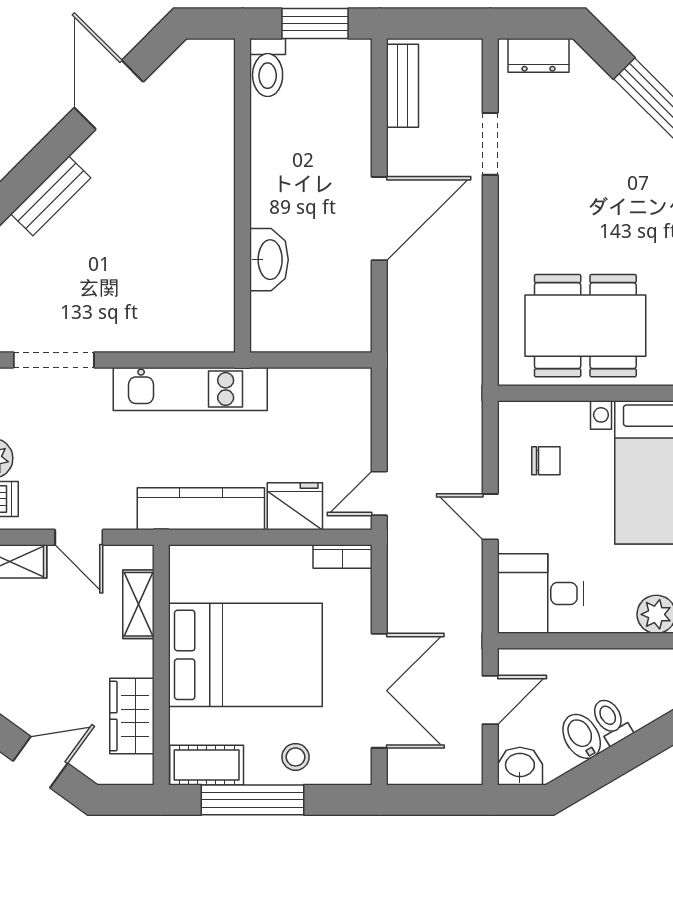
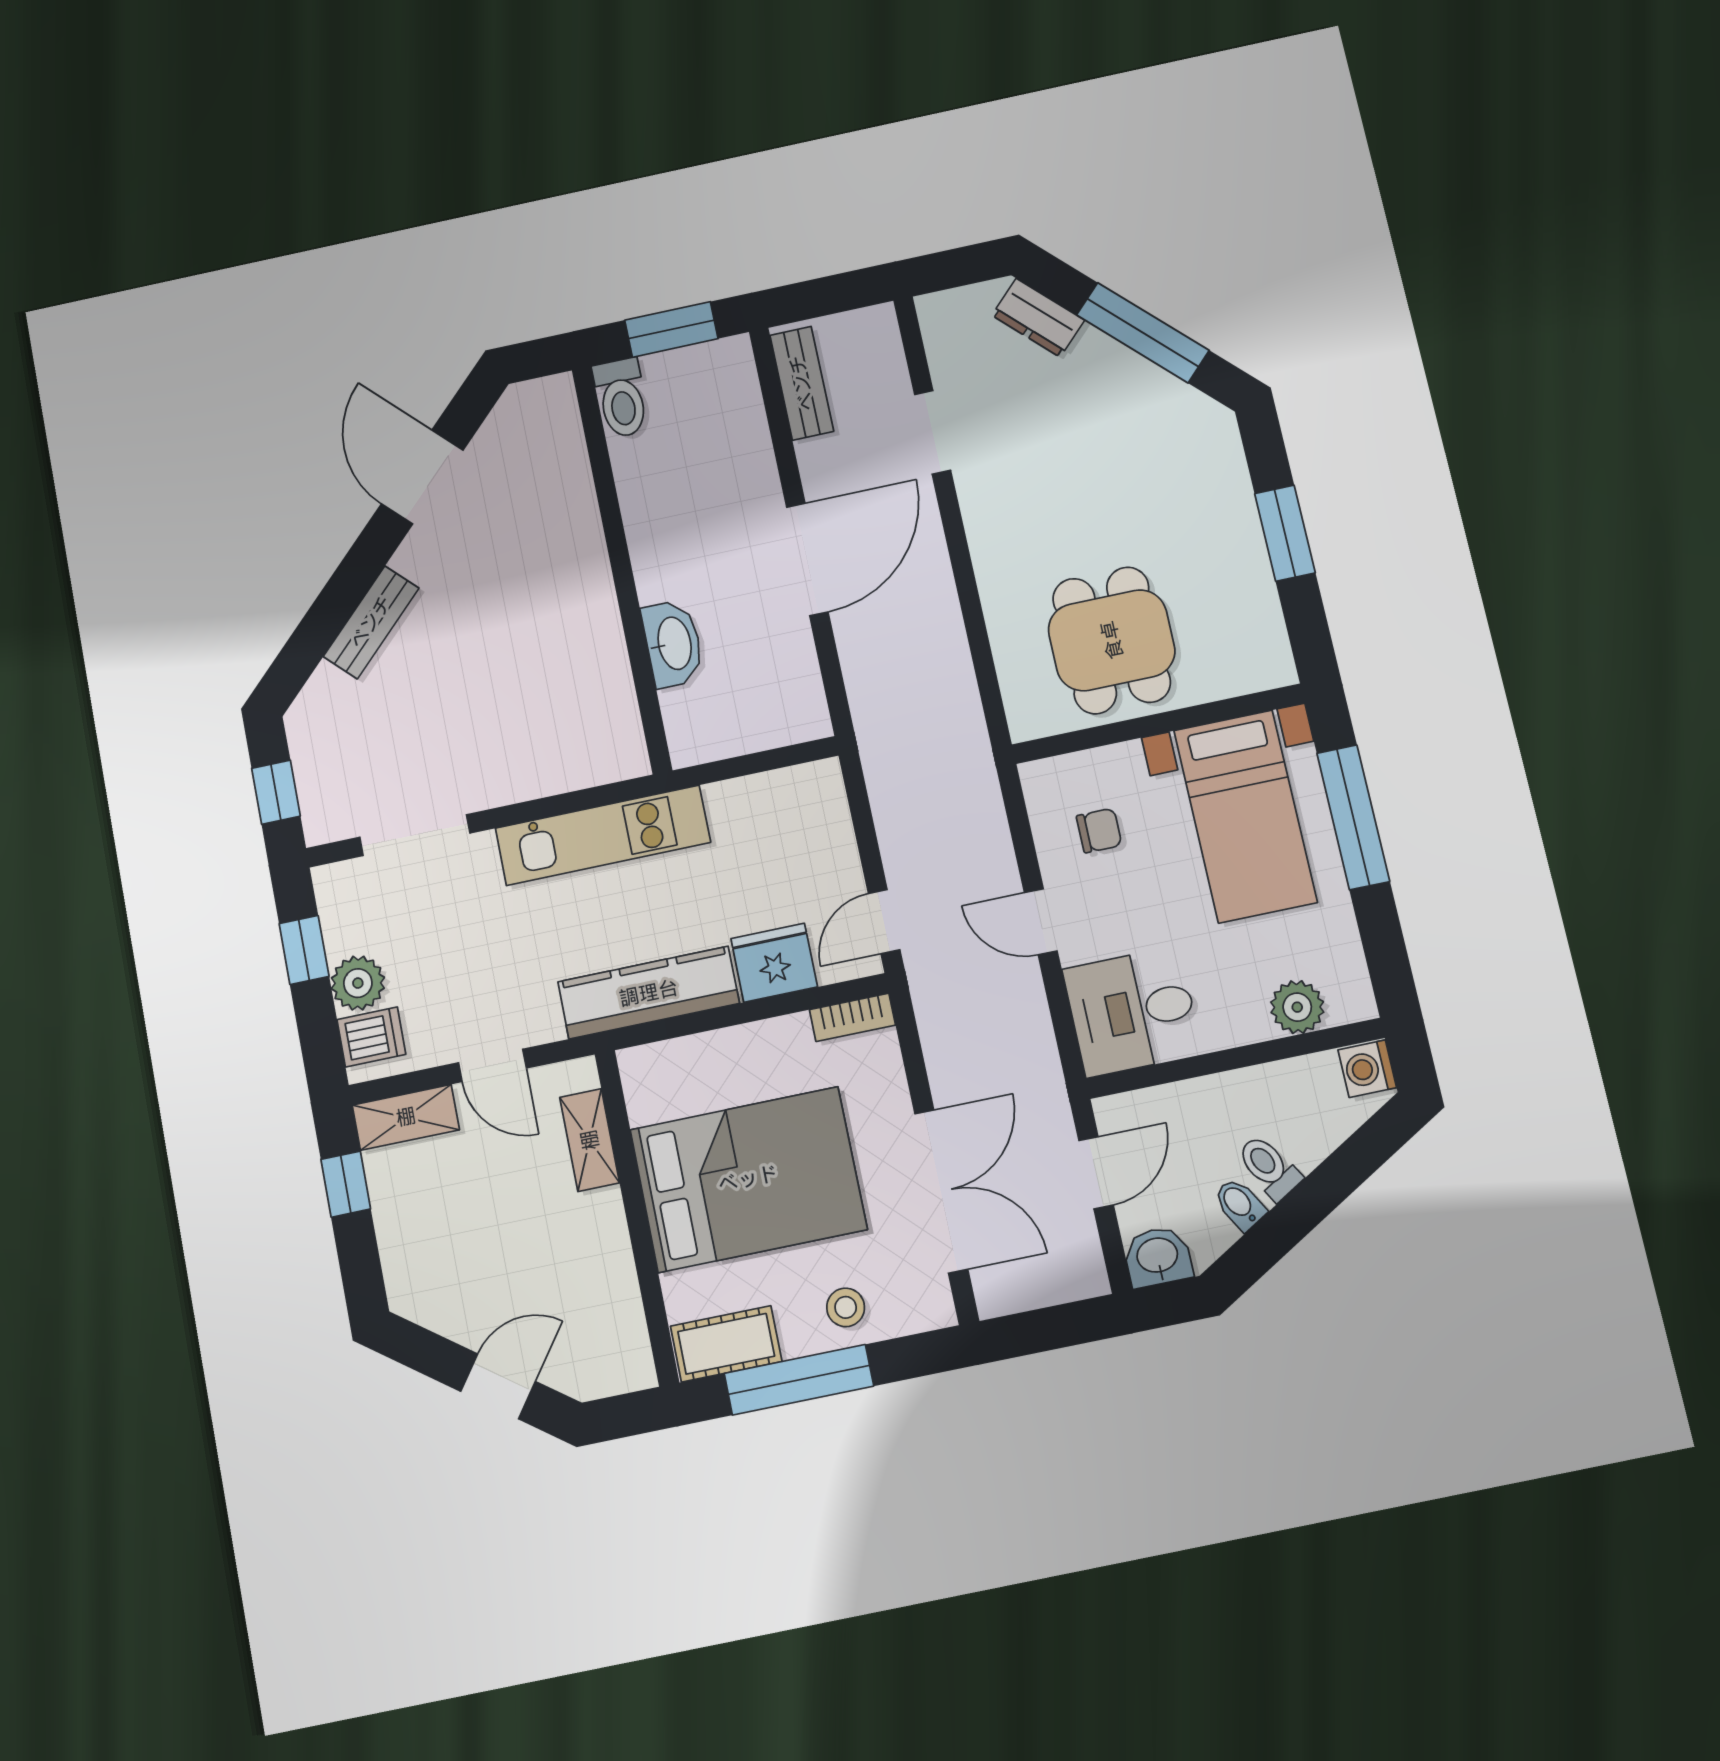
dresser: (538, 55) -> (1038, 318), moved, turned 45
dining table: (585, 326) -> (1112, 640), width x0.73
wardrobe: (132, 716) -> (611, 1296), removed
bidet: (582, 736) -> (1240, 1204), width x0.72, depth x0.74

